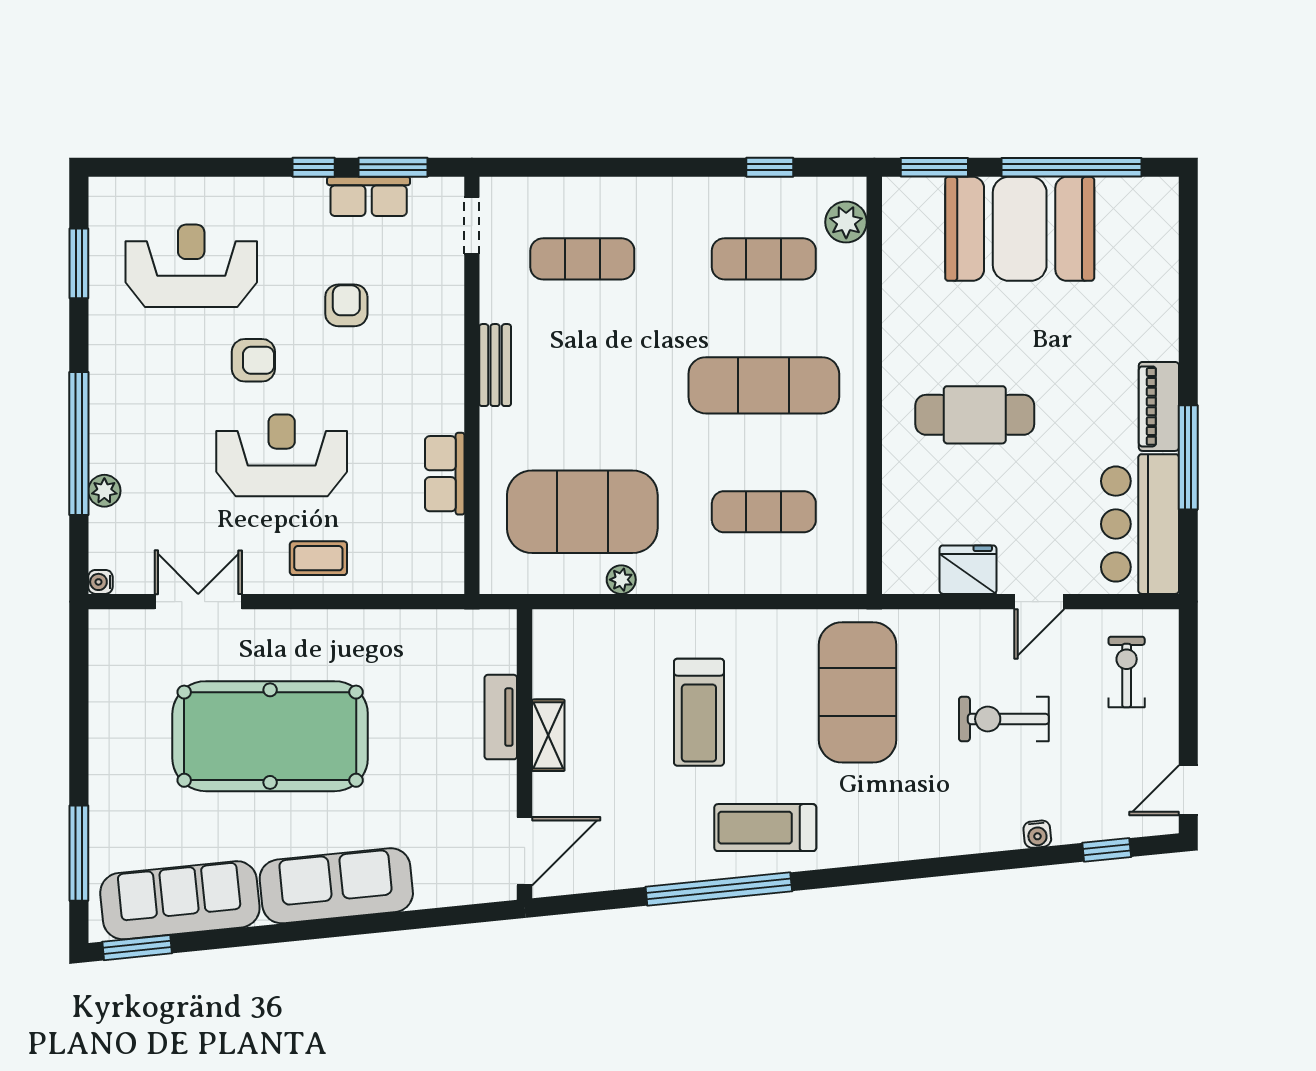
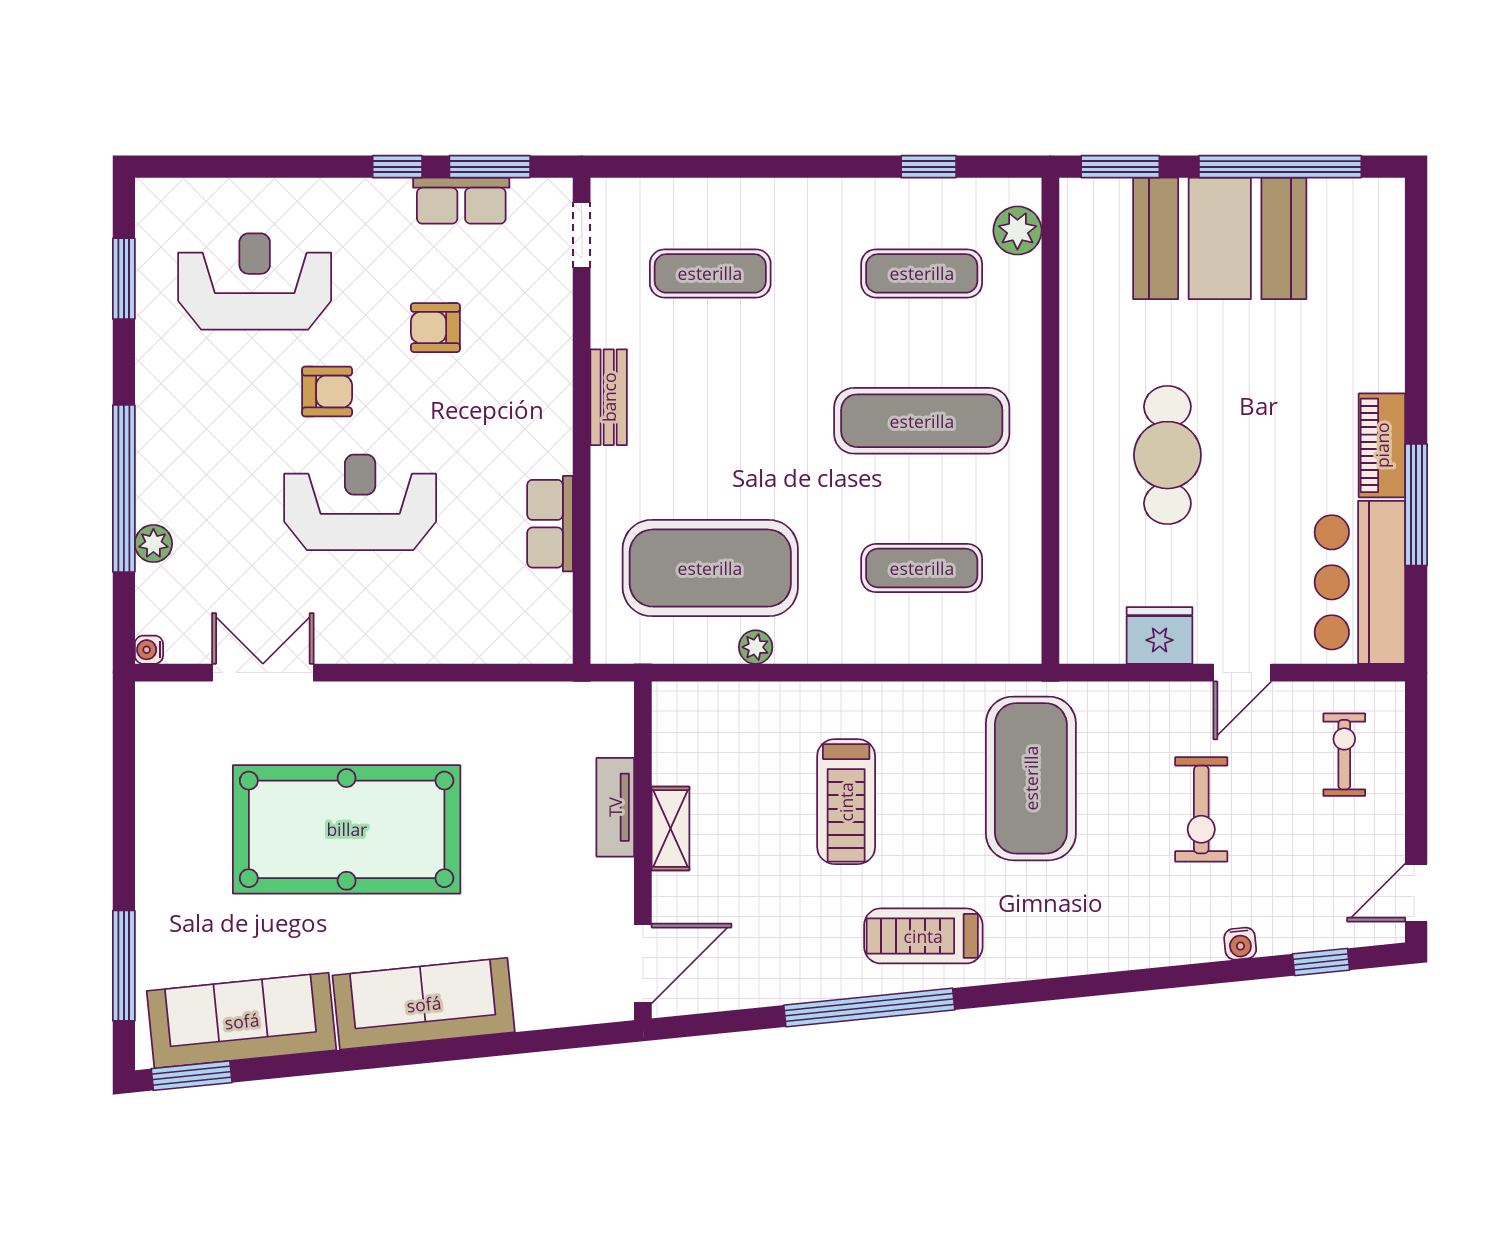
armchair: (346, 305) -> (435, 328), turned -90
cafe table: (975, 415) -> (1167, 455), turned 90
coffee table: (318, 558) -> (403, 622), removed
exercise bike: (1004, 719) -> (1201, 809), turned -90

